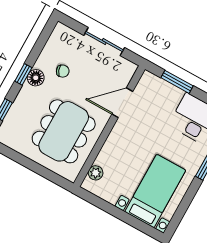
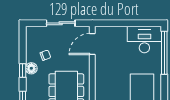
window: (177, 82) -> (118, 23), removed
door: (122, 103) -> (92, 44), moved

